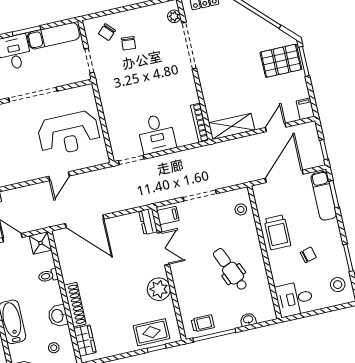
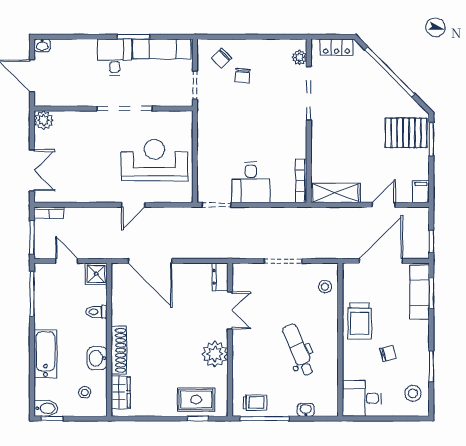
reception desk: (69, 133) -> (154, 160), turned 180
filing cabinet: (168, 216) -> (243, 275), removed

